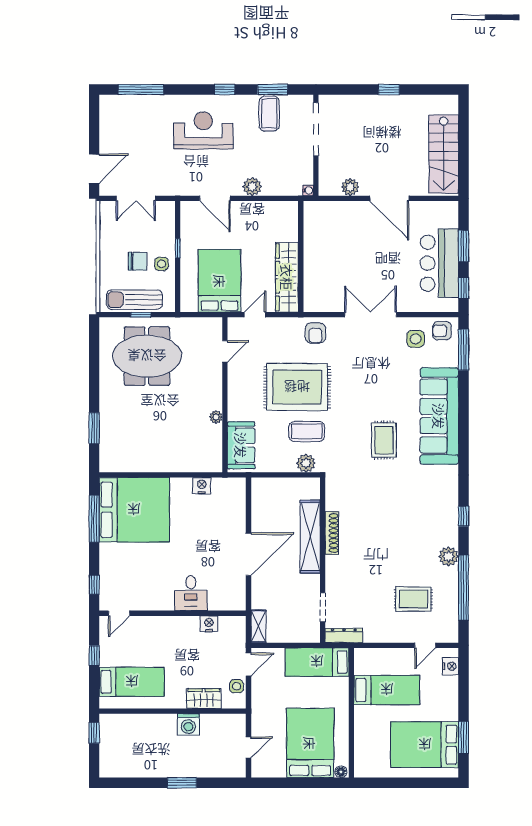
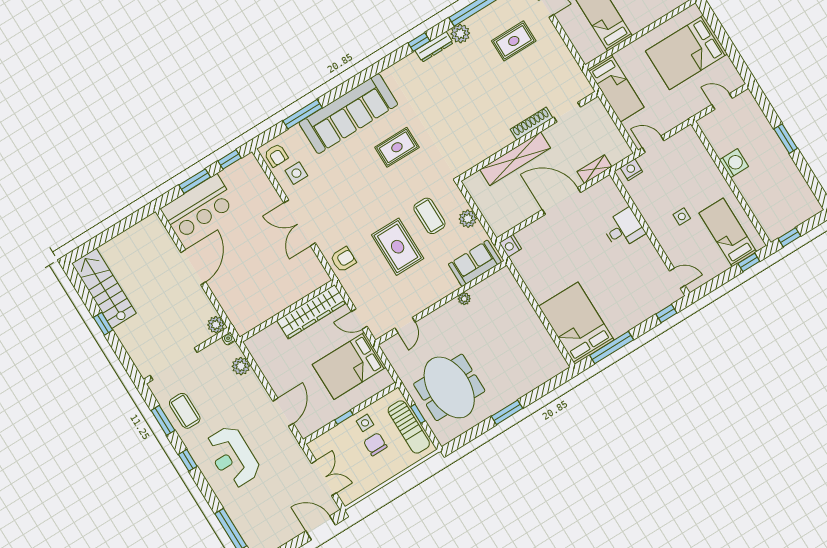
coffee table: (269, 114) -> (185, 411), turned 90
stairs: (444, 154) -> (104, 288), moved, turned -90
plant: (252, 187) -> (241, 366), moved
plant: (350, 187) -> (216, 325), moved
bar counter: (439, 263) -> (198, 207), moved
window: (464, 350) -> (303, 114), moved
door: (225, 351) -> (405, 325), swing flipped
rug: (297, 387) -> (398, 247), width x0.73, depth x0.69
window: (94, 428) -> (507, 412), moved
plant: (306, 463) -> (468, 219), moved
nightstand: (202, 486) -> (510, 246), moved
bed: (134, 510) -> (576, 323), width x0.73
shoe rack: (332, 533) -> (532, 124), moved
rug: (413, 599) -> (514, 41), turned 90
nightstand: (209, 624) -> (631, 170), moved, turned 90
shelving: (258, 626) -> (594, 169), moved
dresser: (344, 635) -> (434, 47), moved, turned -90
window: (94, 656) -> (749, 262), moved
side table: (237, 686) -> (682, 216), moved
wardrobe: (204, 699) -> (704, 164), removed
floor lamp: (341, 772) -> (695, 12), removed

